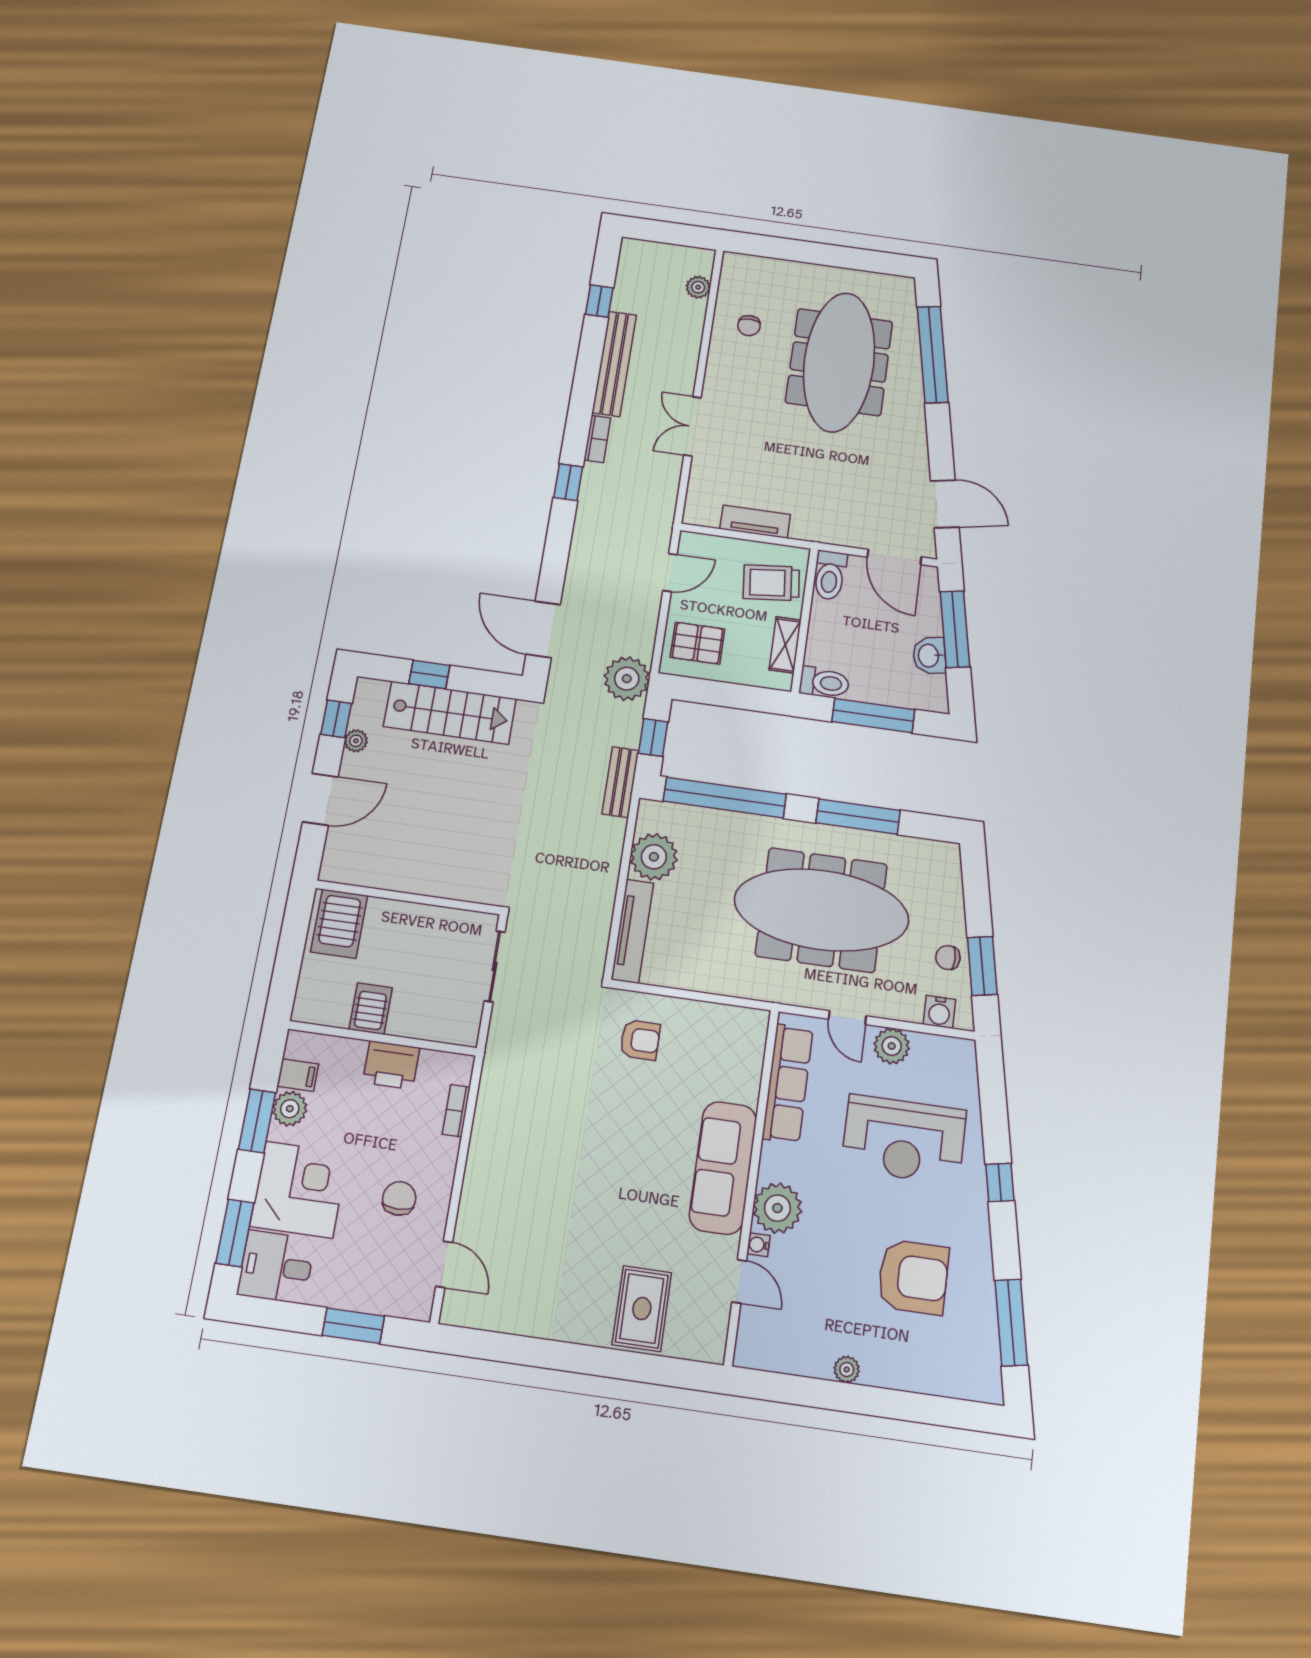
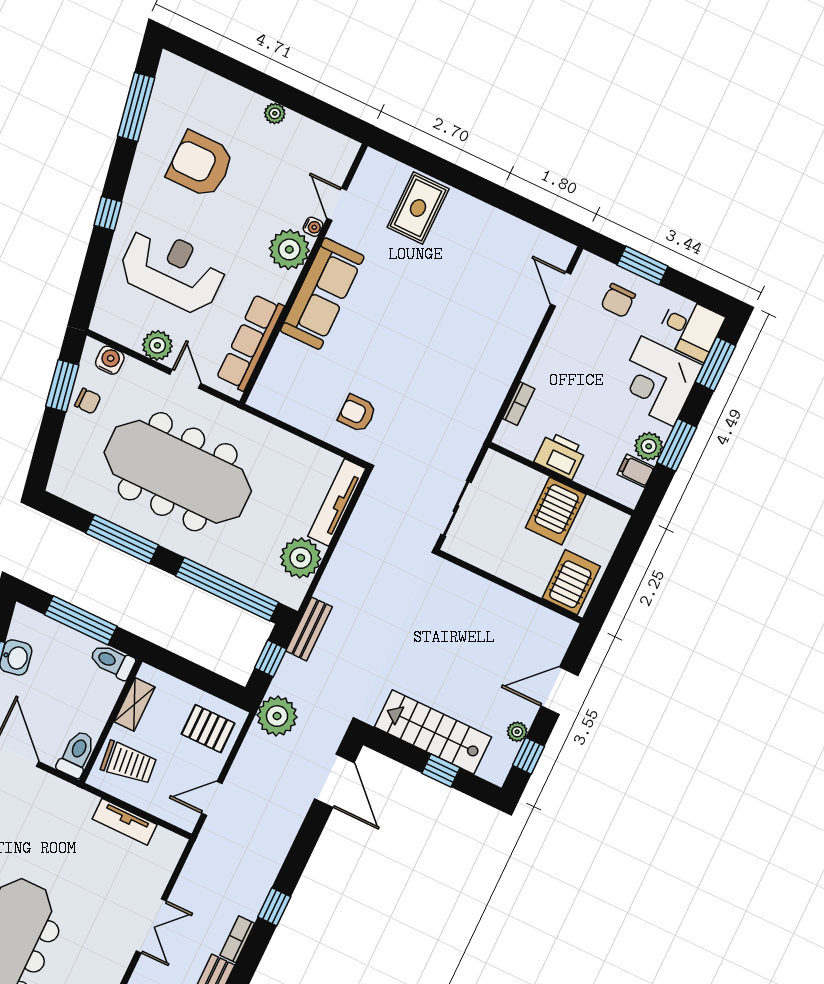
server rack: (371, 1009) -> (556, 511), width x1.36, depth x1.44
chair: (399, 1198) -> (618, 300), moved

